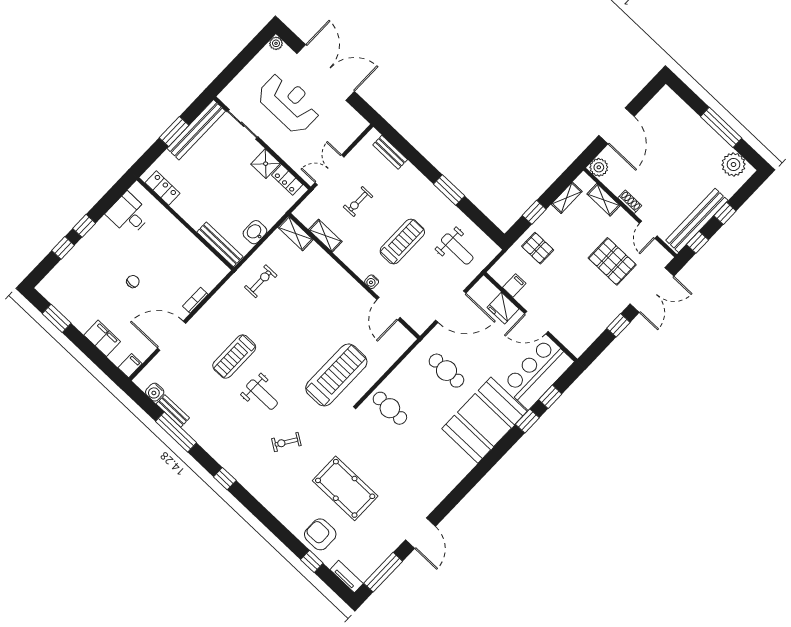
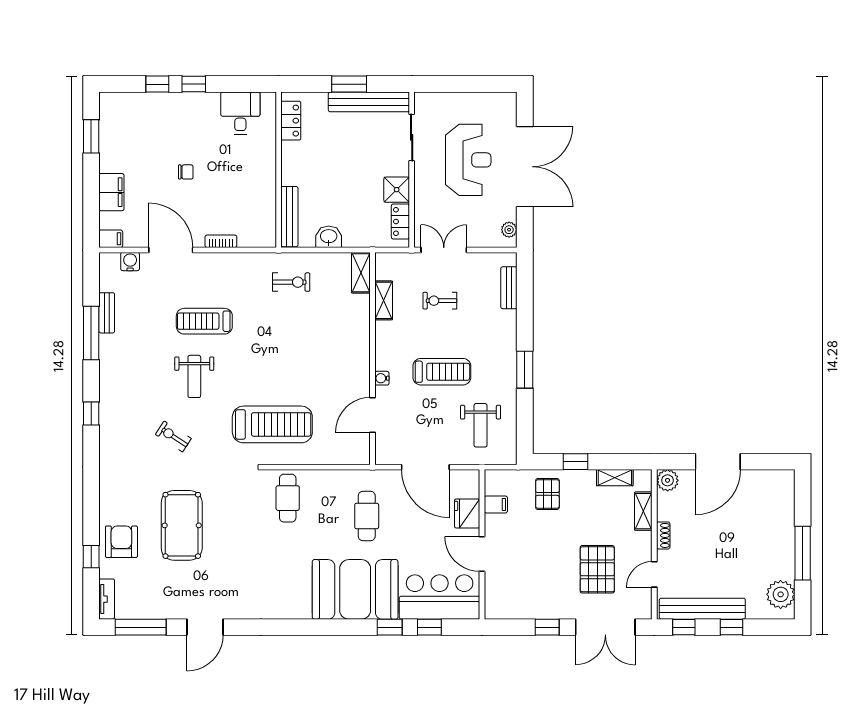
plant: (276, 43) -> (509, 230), moved
water cooler: (155, 392) -> (130, 262), moved, turned 90

